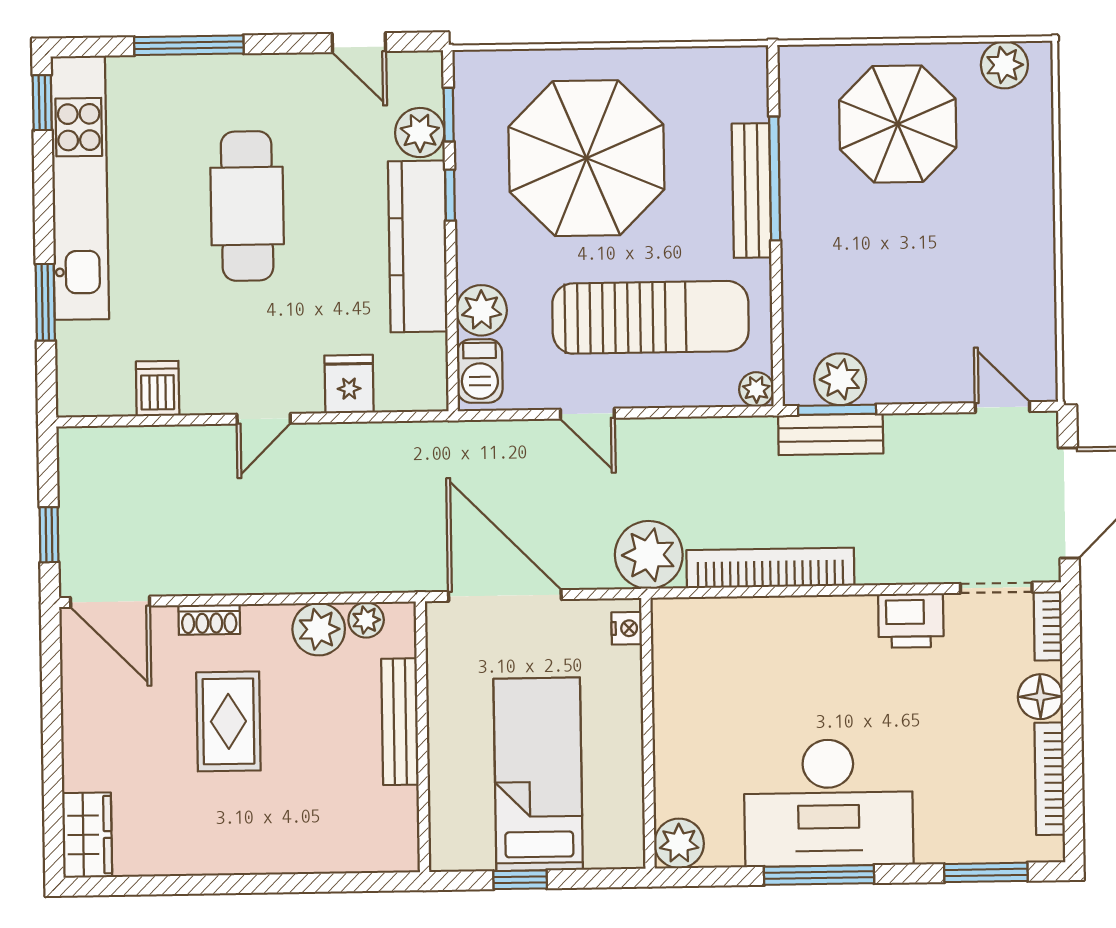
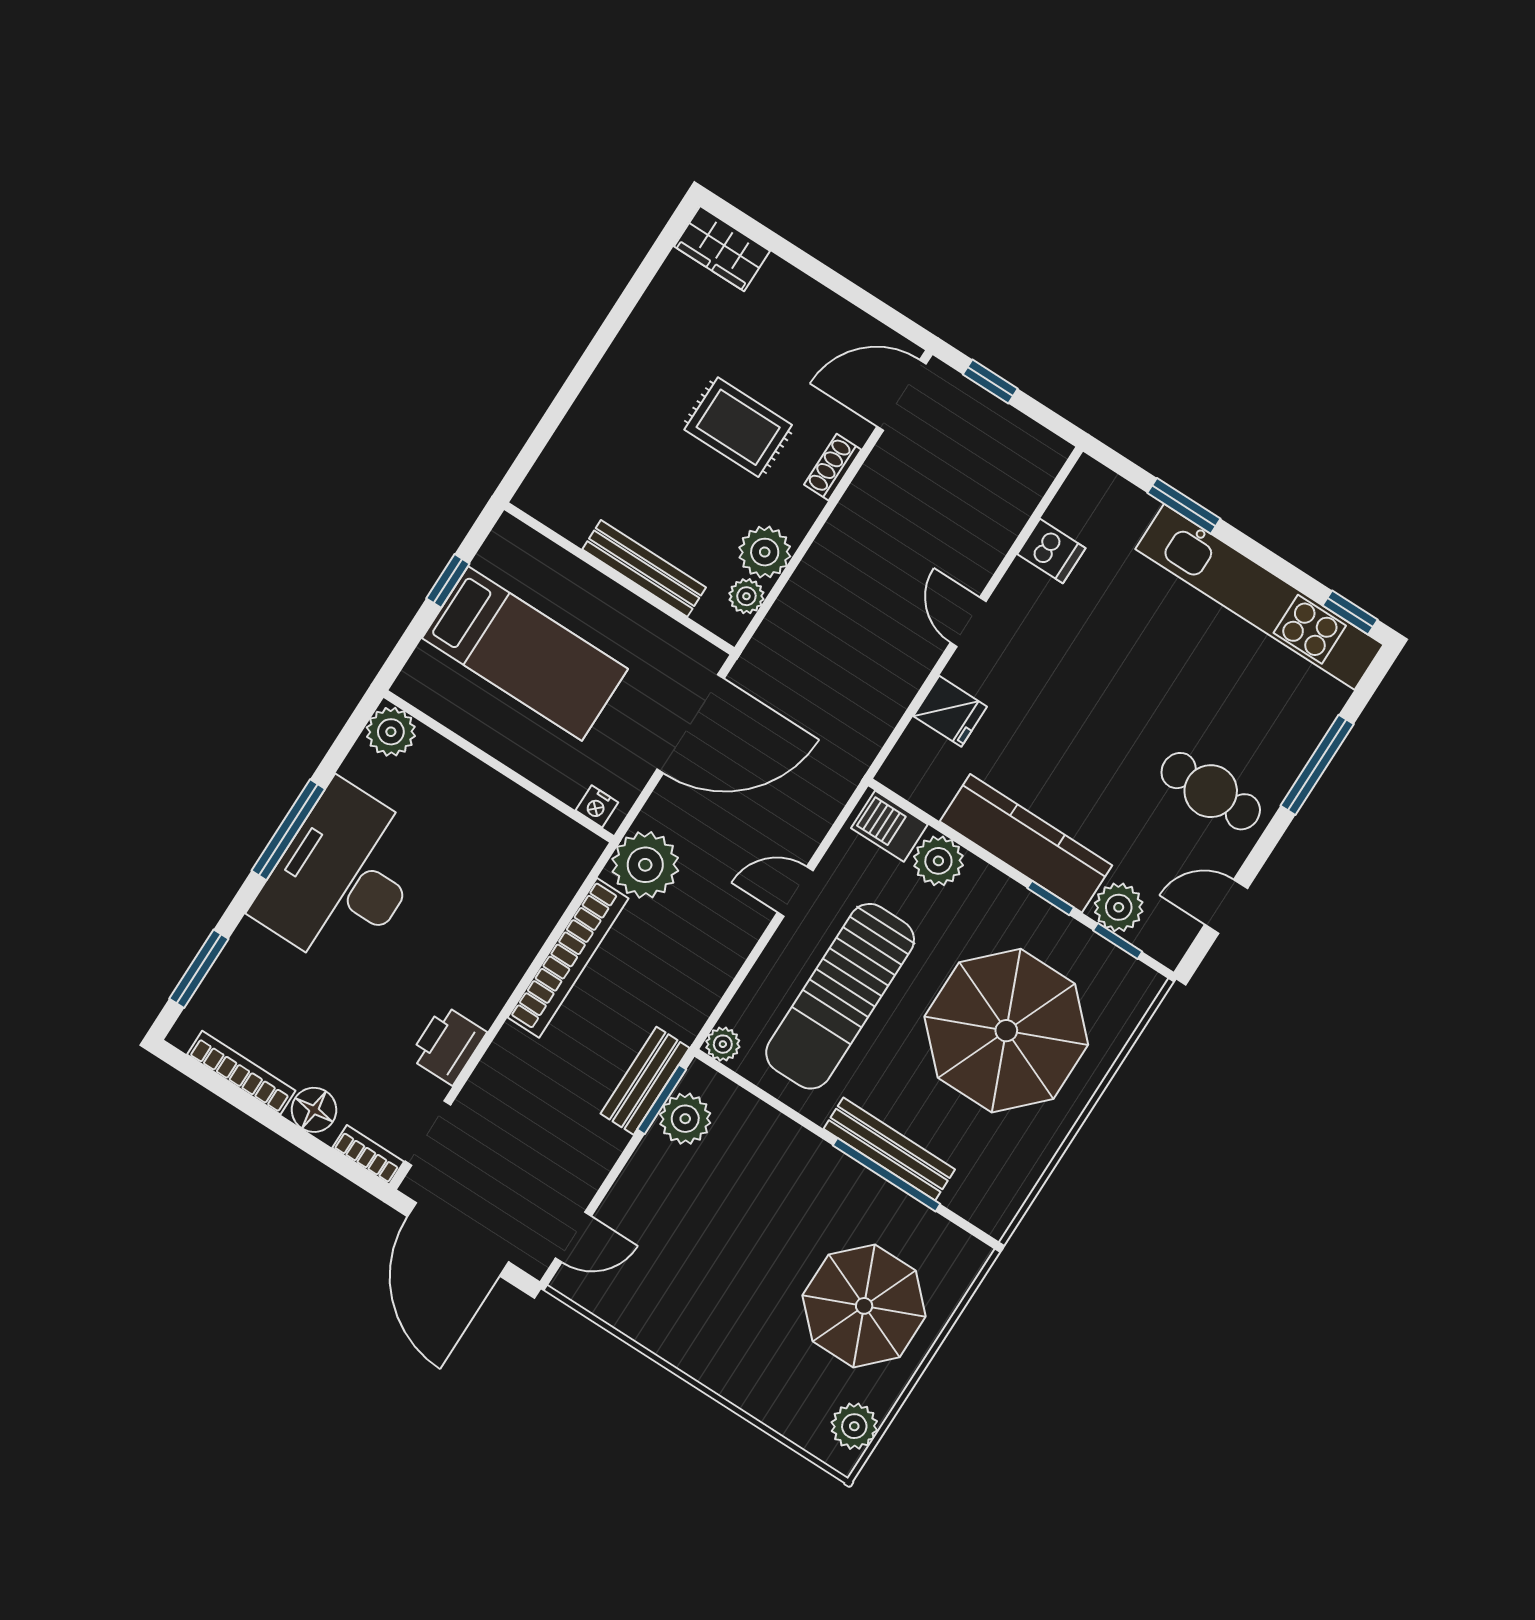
cafe table: (247, 206) -> (1211, 791), moved, width x0.73, depth x0.74

